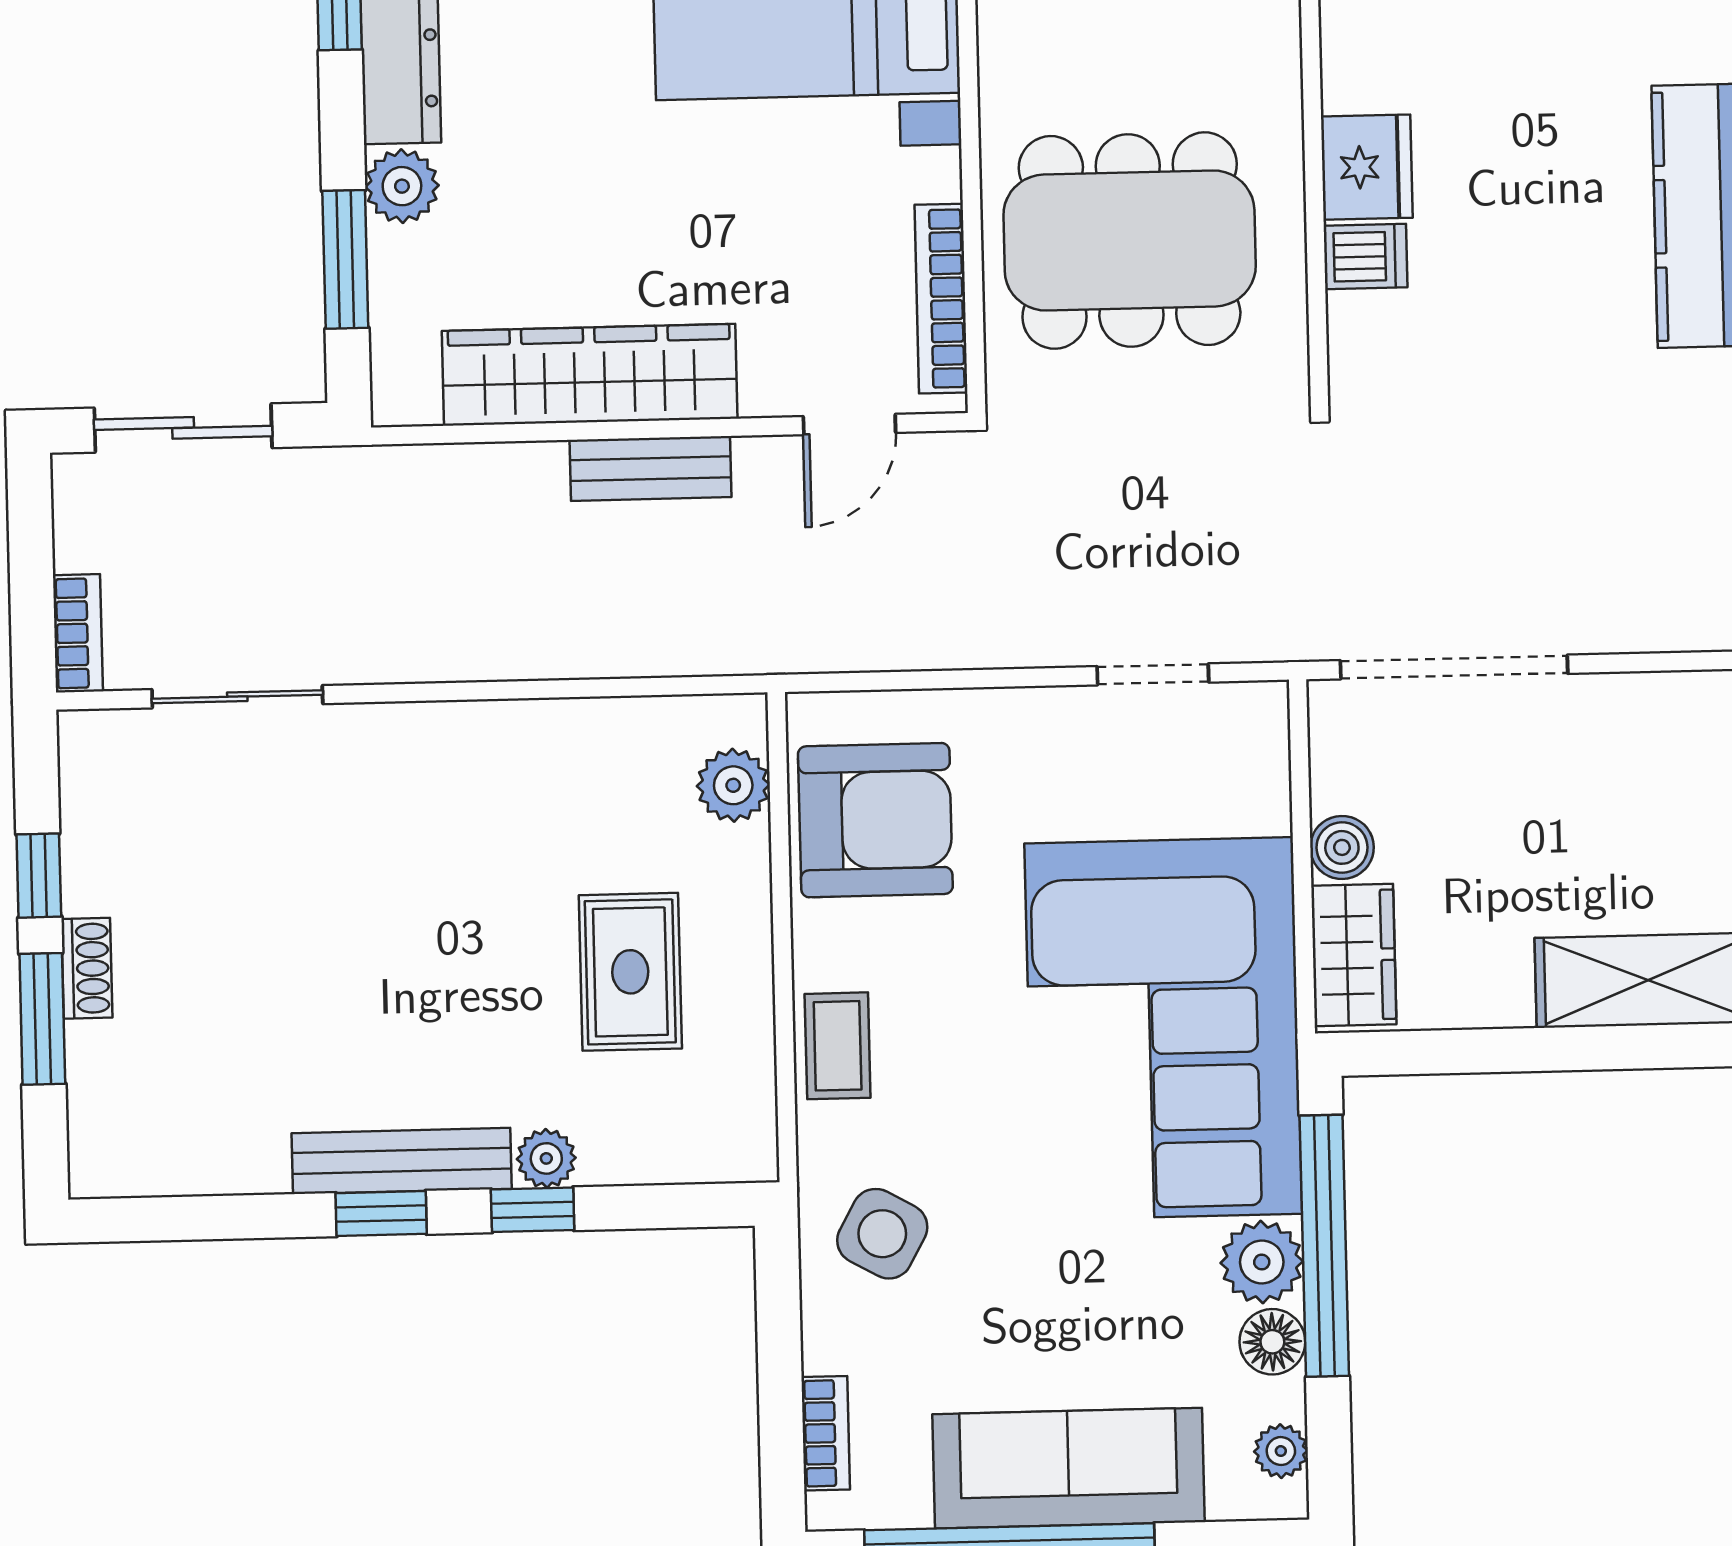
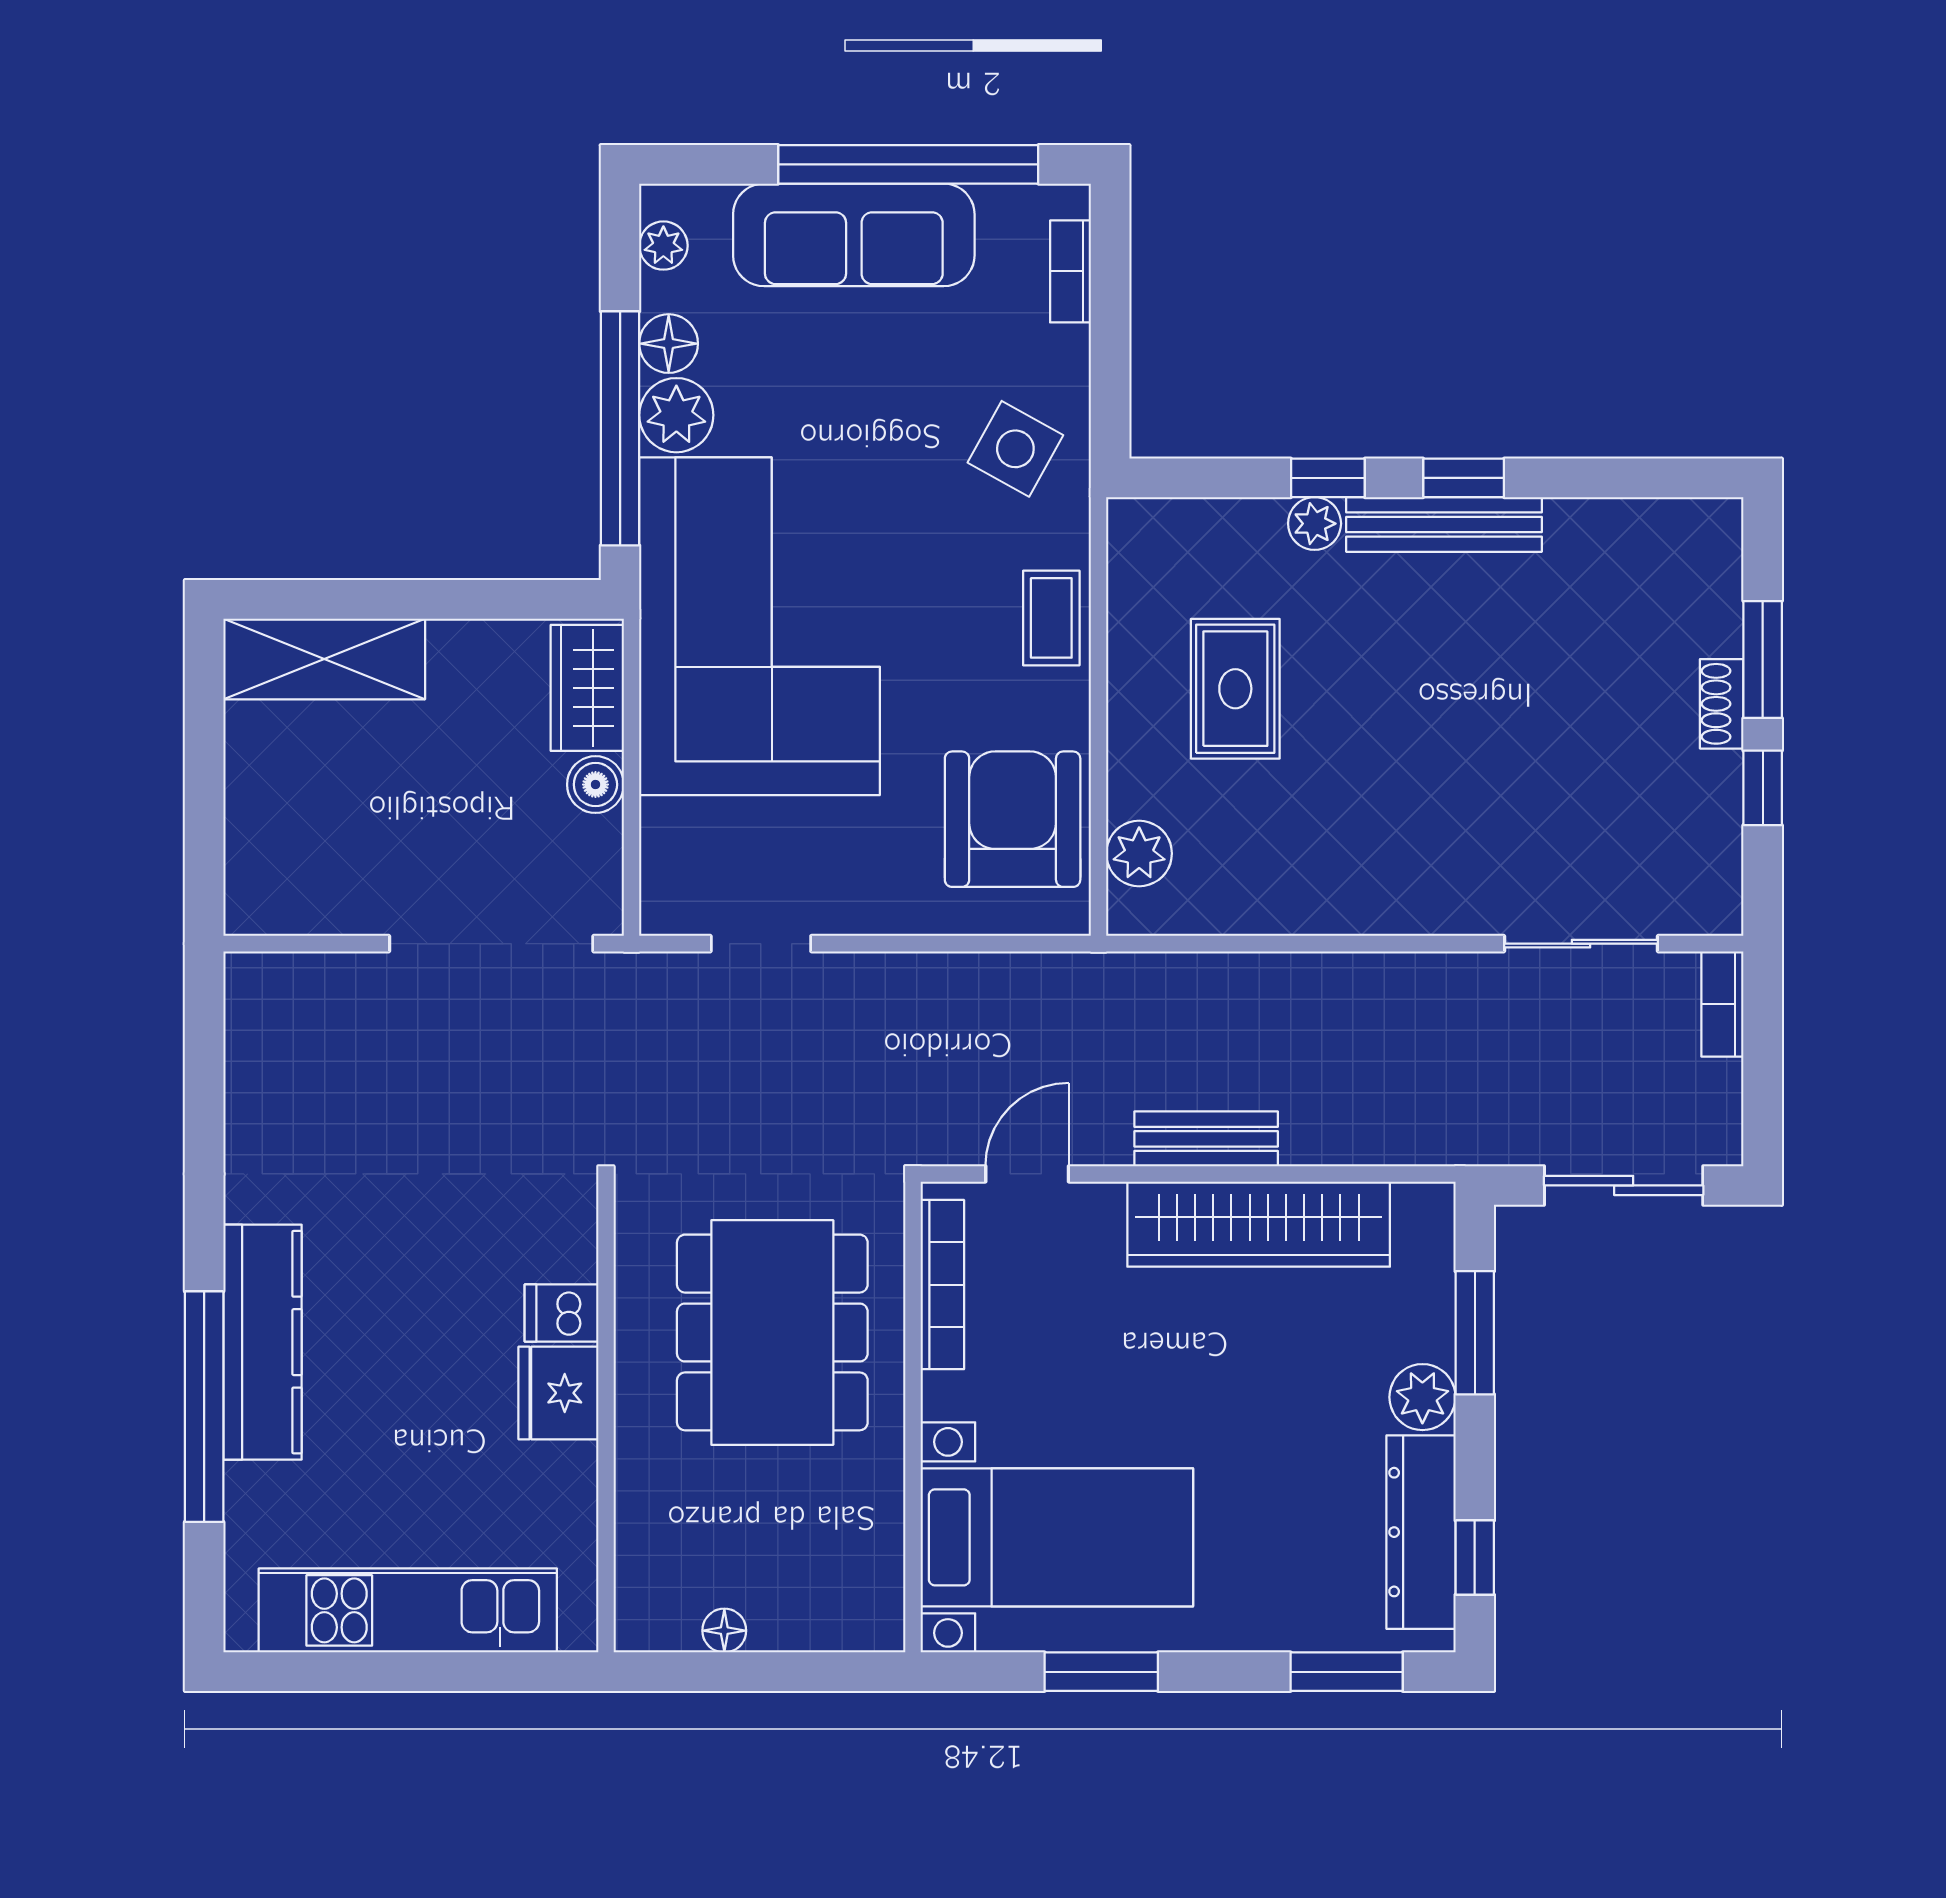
dining table: (1130, 241) -> (772, 1332), turned 90
armchair: (875, 820) -> (1013, 819), turned 90

